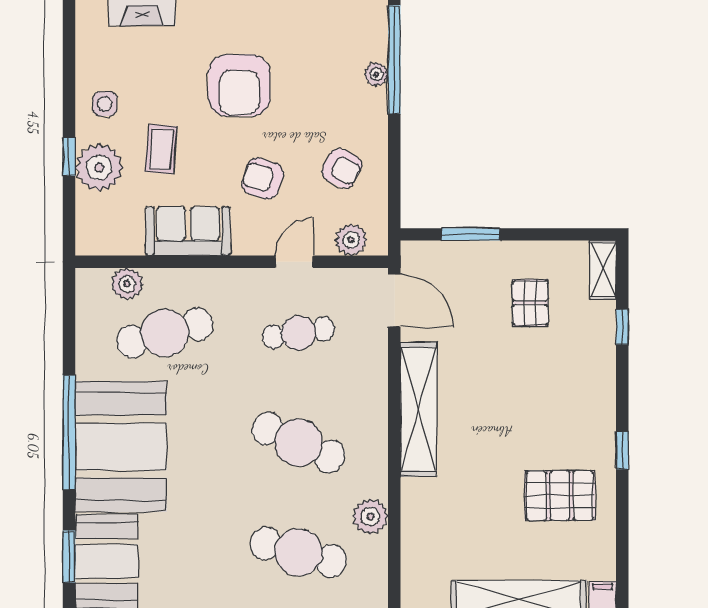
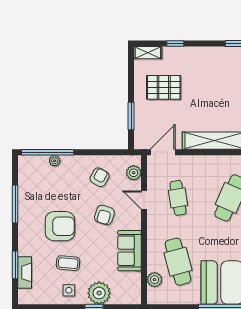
coffee table: (161, 149) -> (68, 263), moved
pallet: (530, 303) -> (164, 87), width x1.50, depth x1.42

